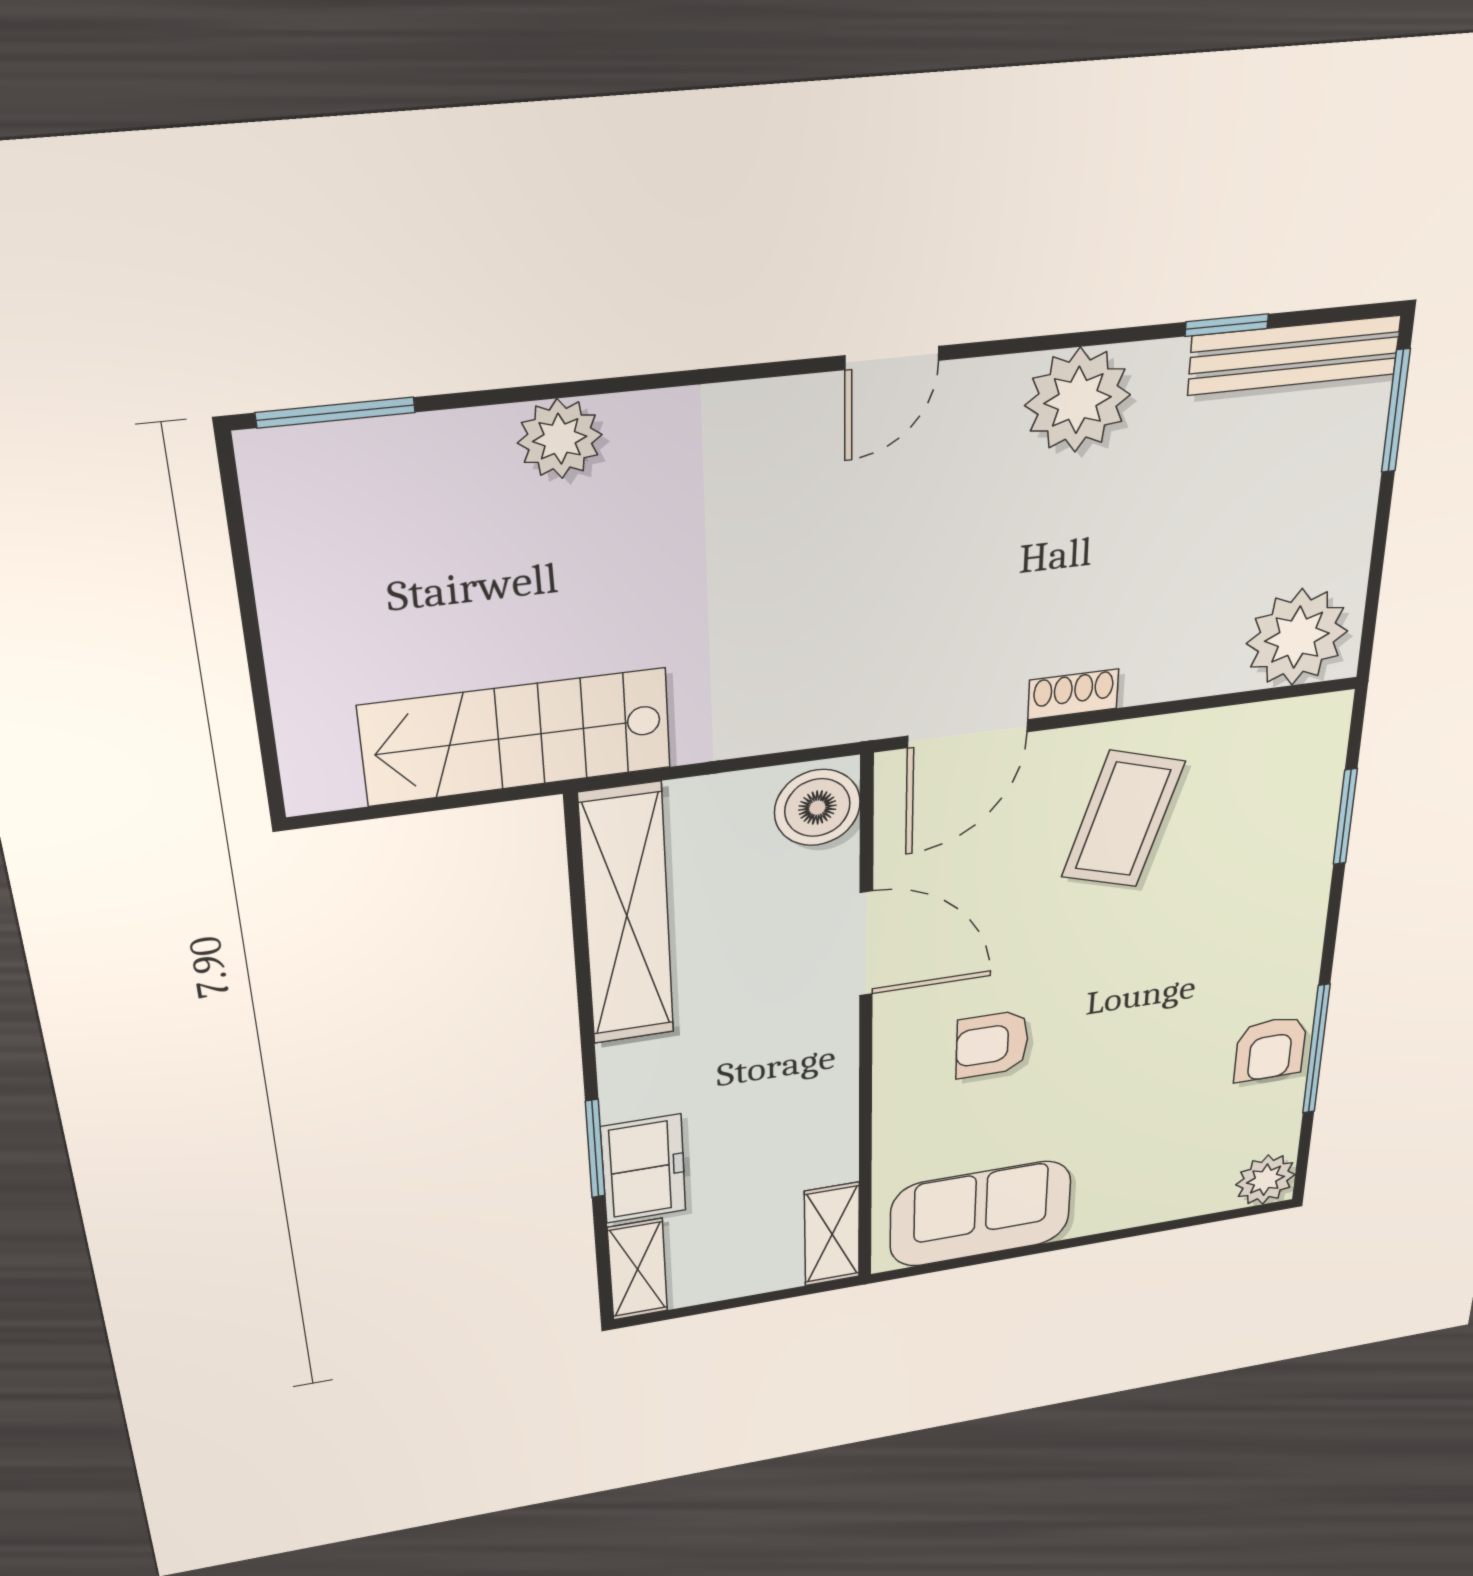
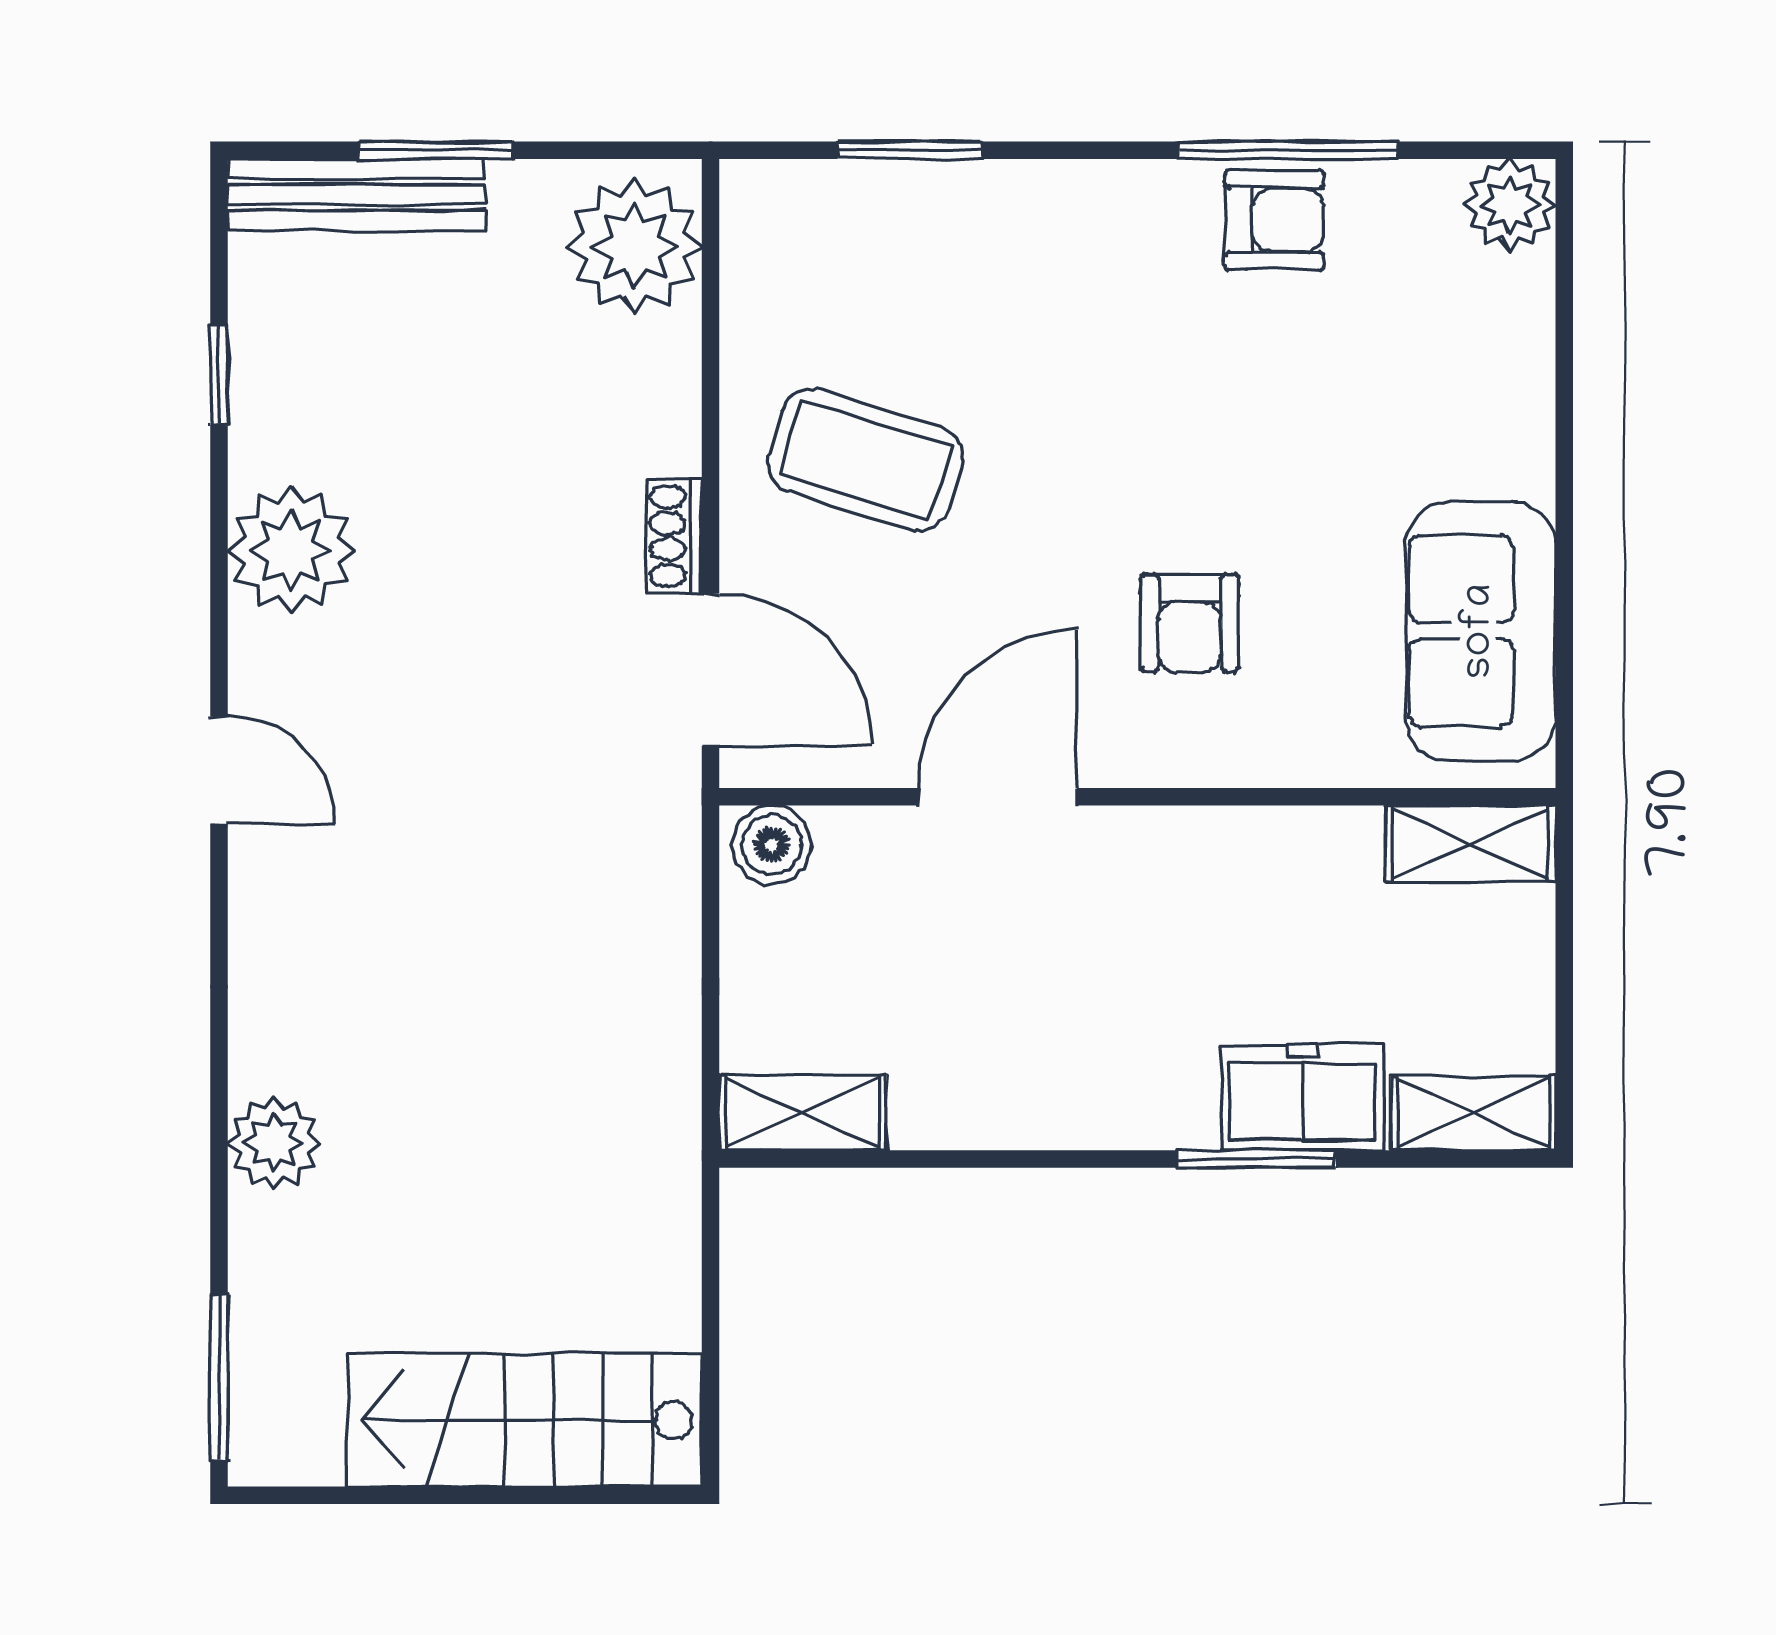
bench: (1295, 355) -> (356, 195), moved, turned 90
window: (1396, 411) -> (436, 150), moved
stairs: (517, 737) -> (525, 1420), moved, turned 90
boiler: (817, 808) -> (772, 845), width x0.73, depth x0.73
shelving: (627, 916) -> (803, 1113), width x0.45, depth x0.75

